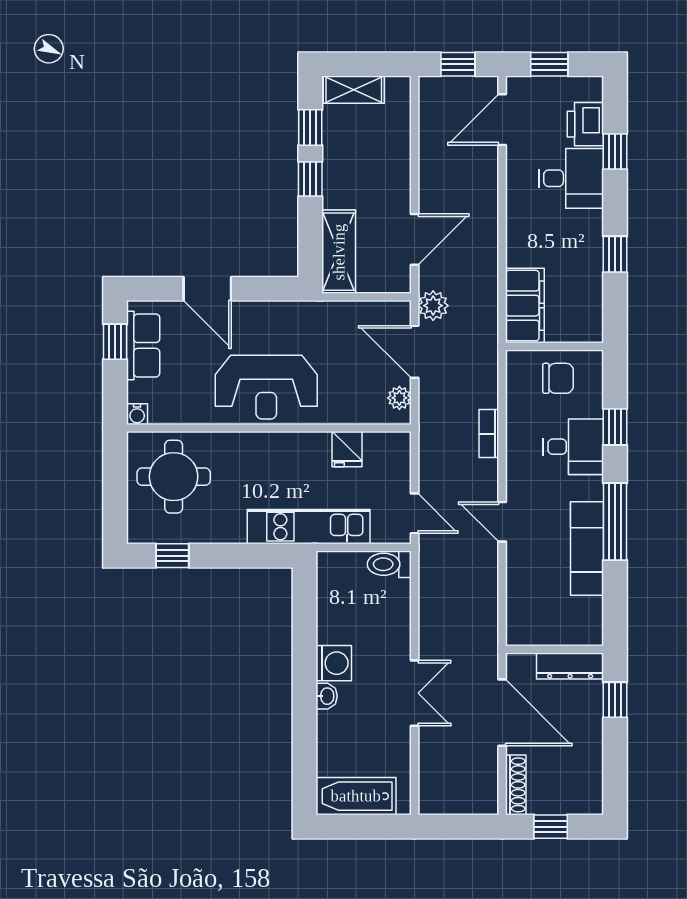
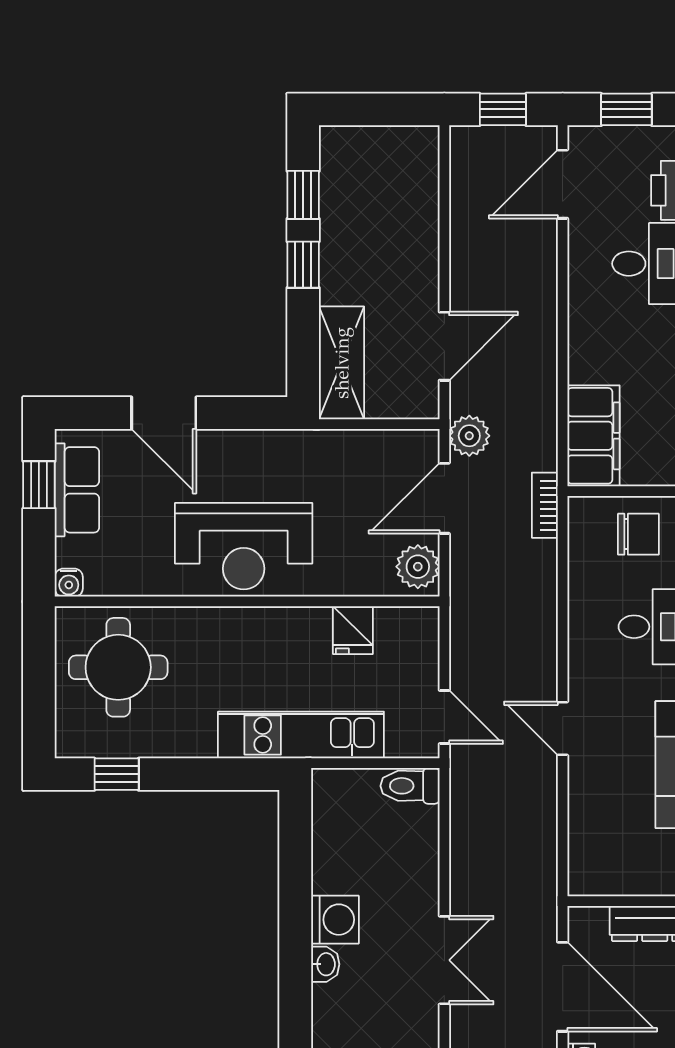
shelving: (354, 90) -> (362, 144), removed
door: (415, 352) -> (444, 498), hinge flipped
plant: (399, 398) -> (418, 567), width x1.38, depth x1.38
bookcase: (489, 434) -> (545, 505), moved

